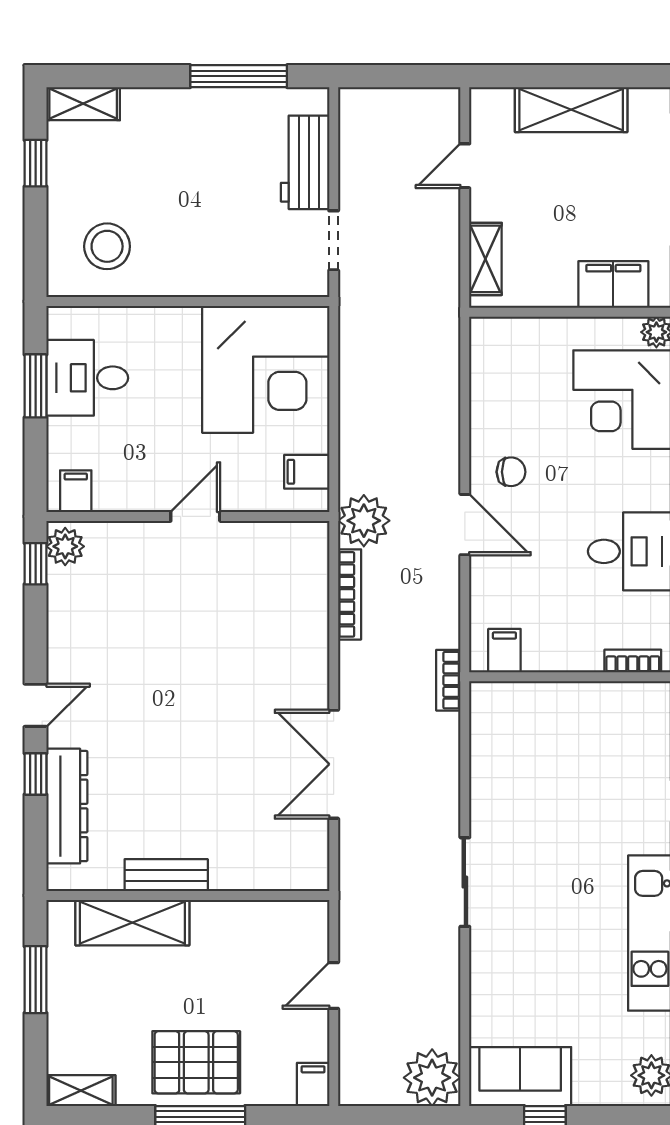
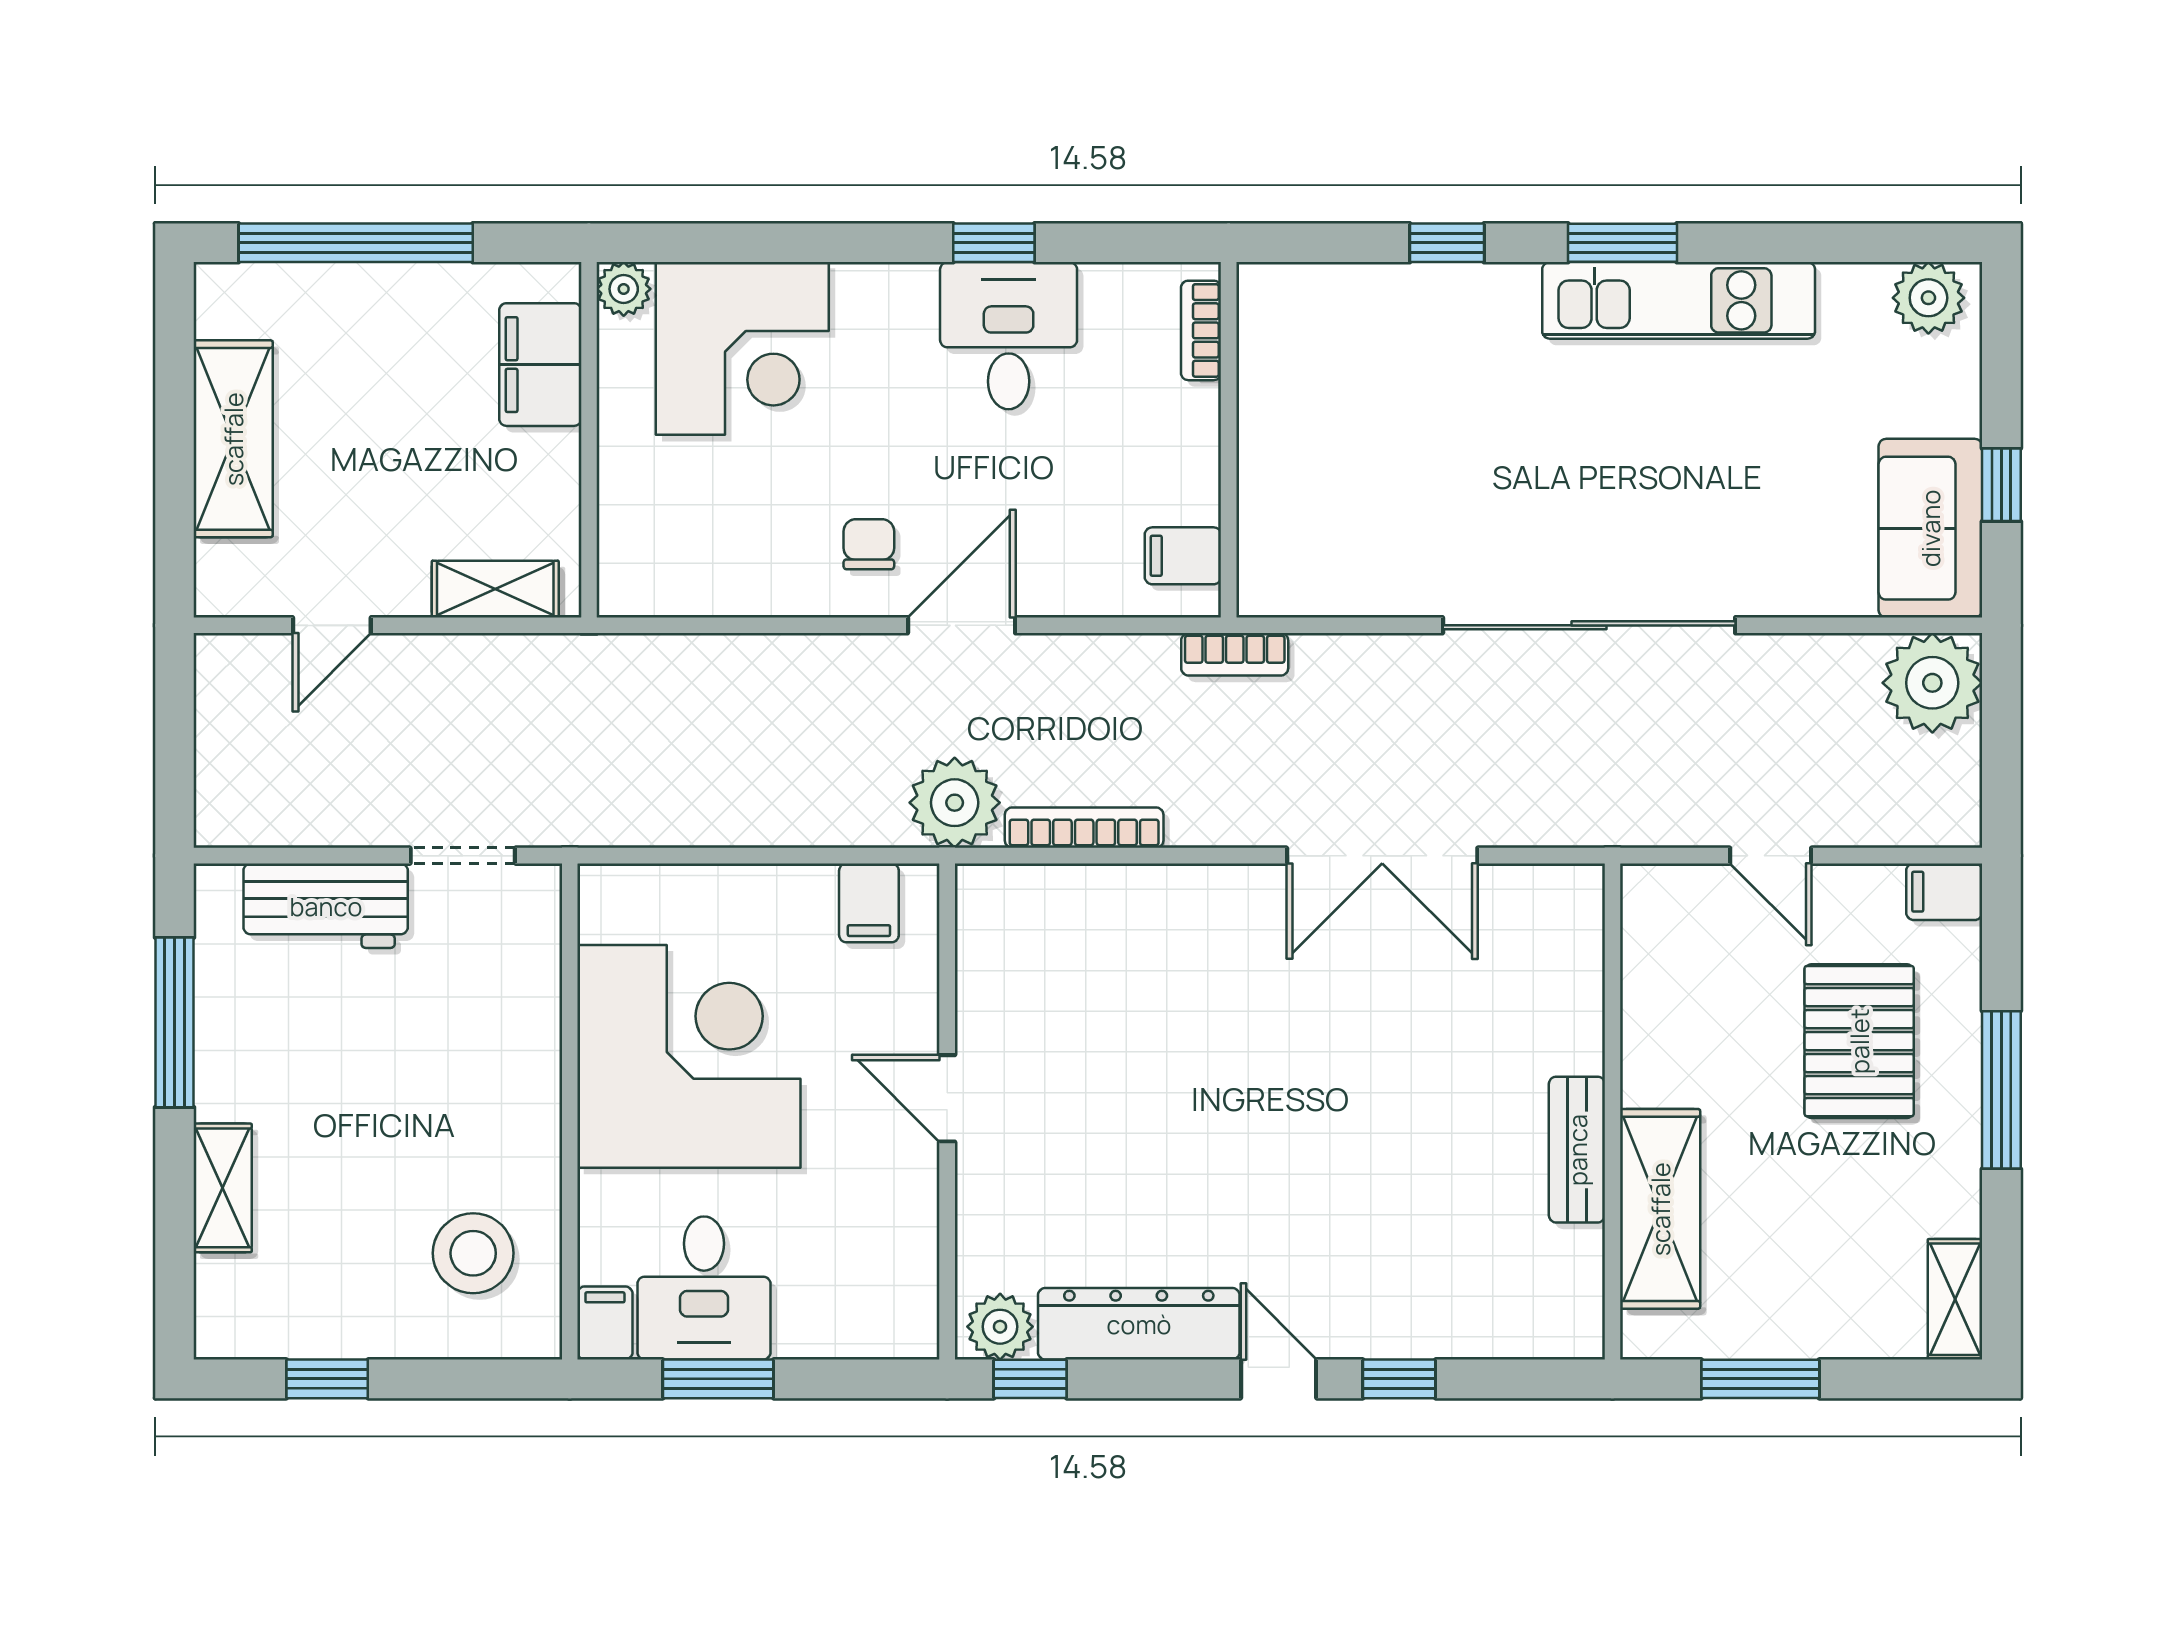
shelving: (83, 104) -> (223, 1188), moved
door: (465, 166) -> (332, 625), hinge flipped
corner desk: (266, 369) -> (689, 1056), moved
filing cabinet: (76, 491) -> (605, 1323), moved, turned 90
dresser: (67, 806) -> (1139, 1324), moved
sliding door: (465, 882) -> (1589, 625), width x1.86
pallet: (196, 1062) -> (1859, 1041), moved

